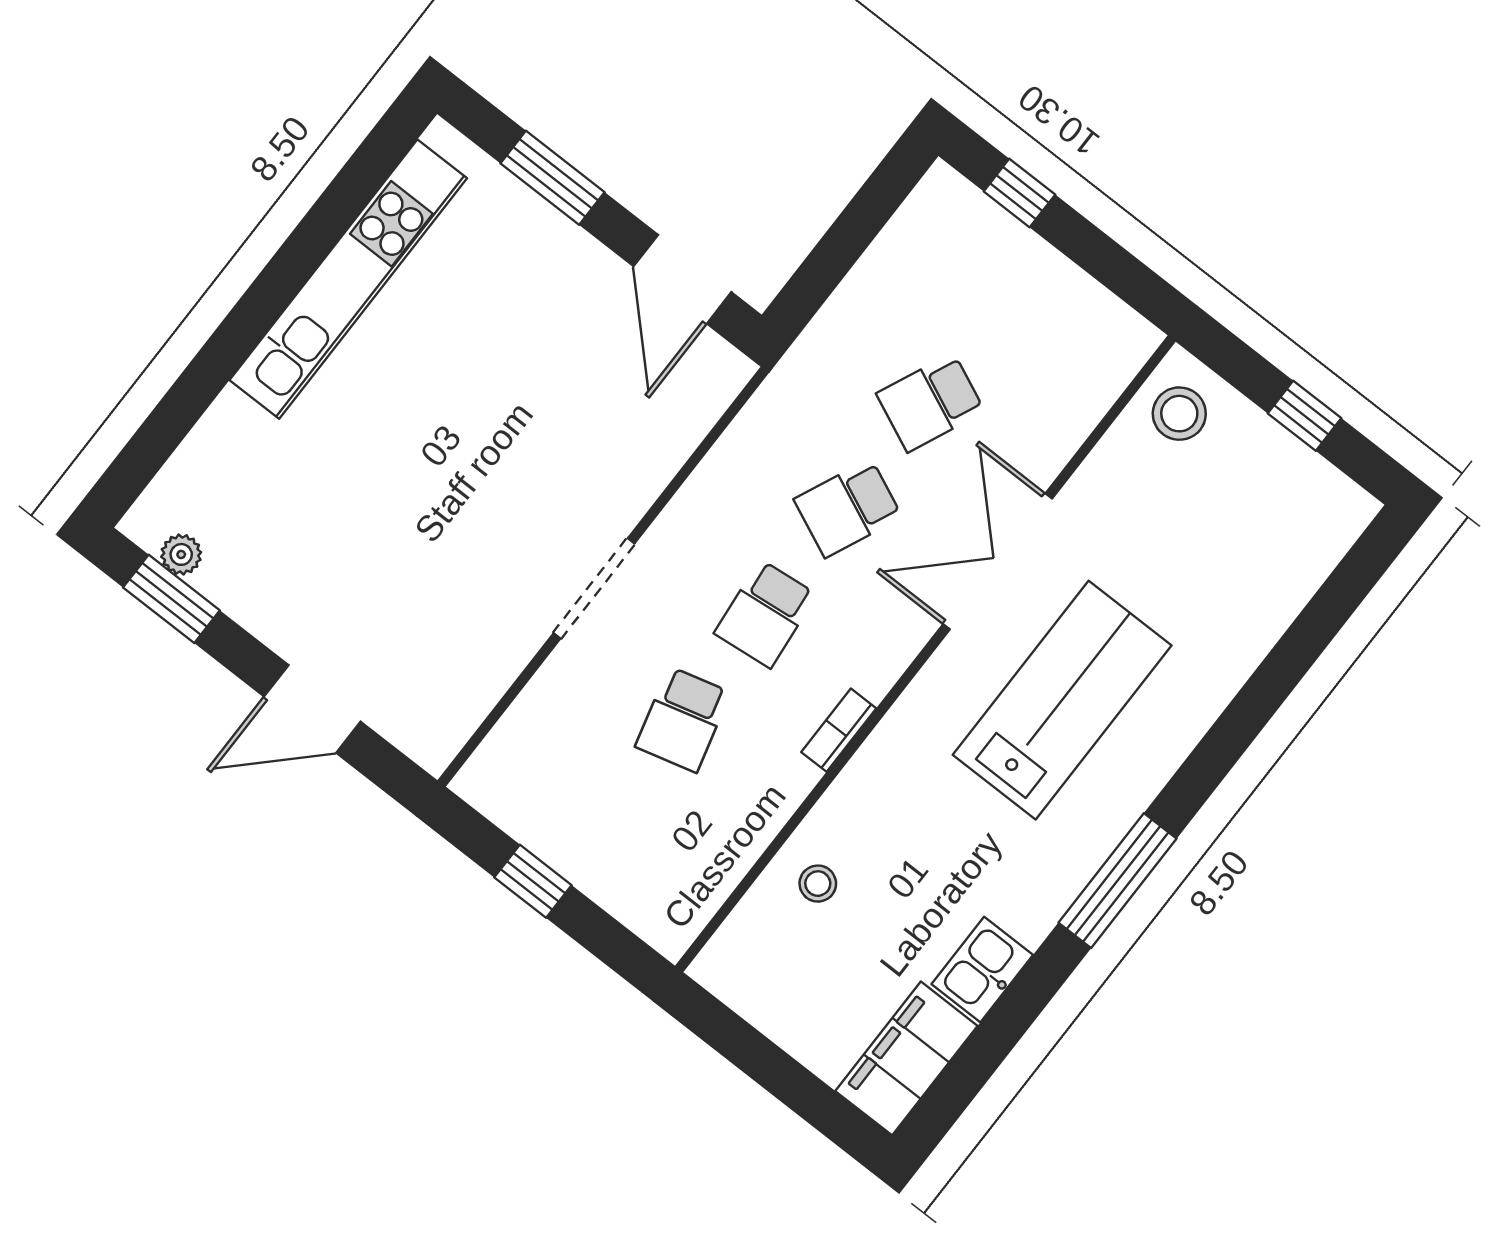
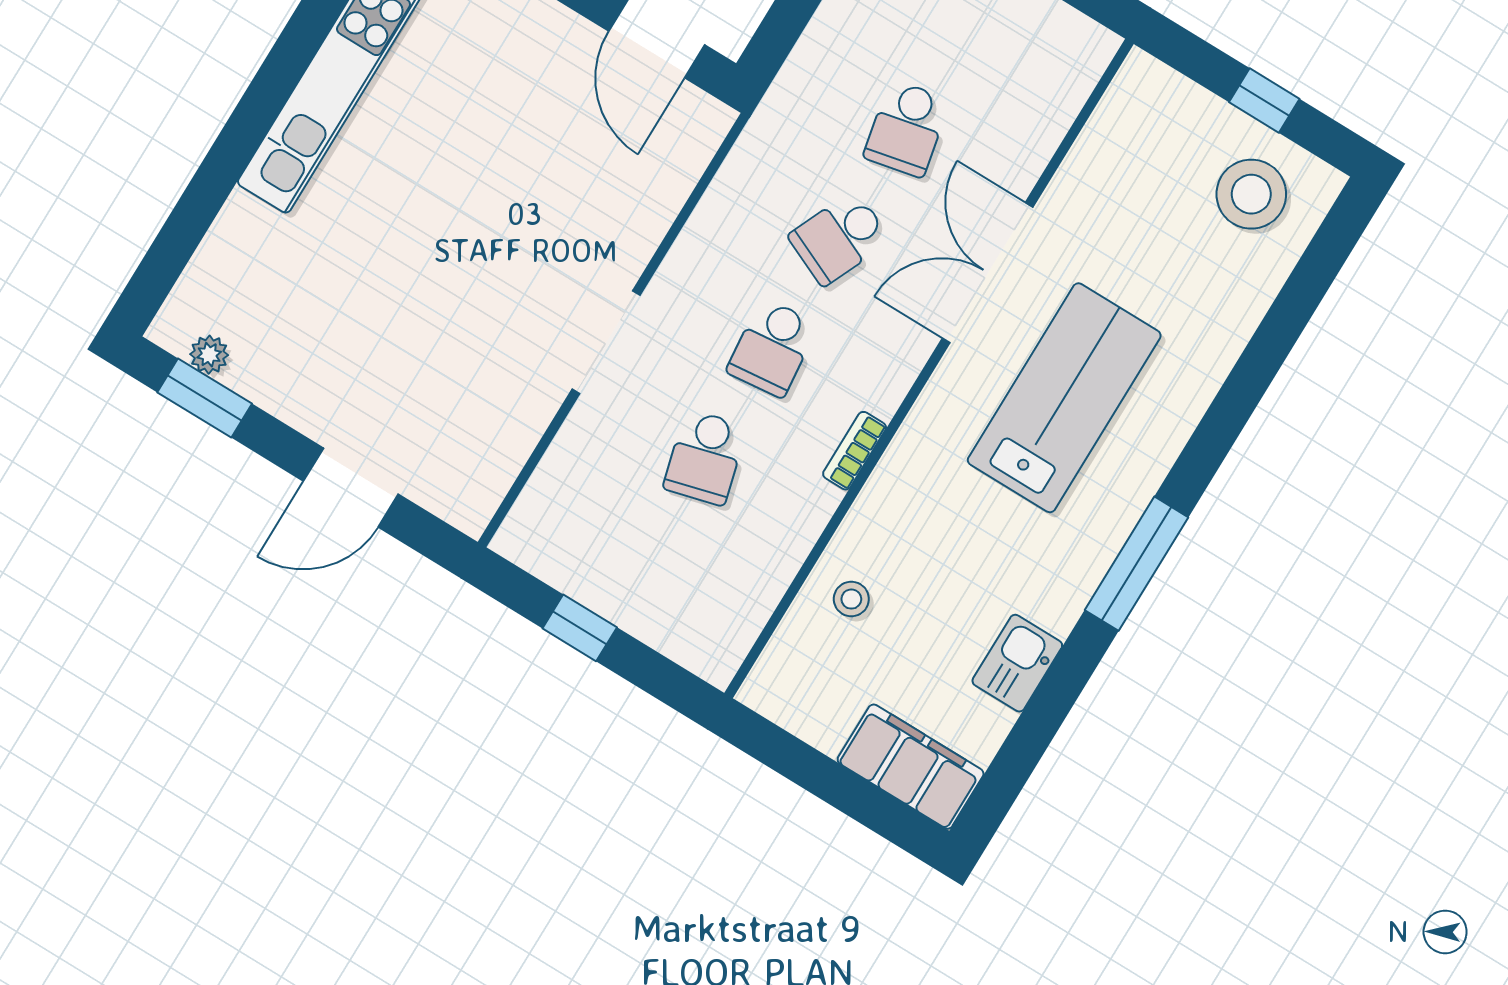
school desk: (931, 402) -> (907, 129), turned -36
stool: (1179, 414) -> (1251, 194), moved, width x1.38, depth x1.38
filing cabinet: (906, 1058) -> (911, 767), moved, turned 90

